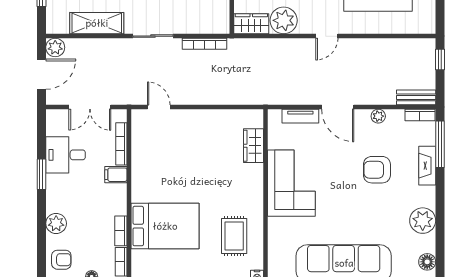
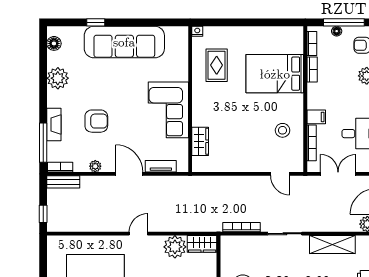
stool: (156, 159) -> (283, 130), added

